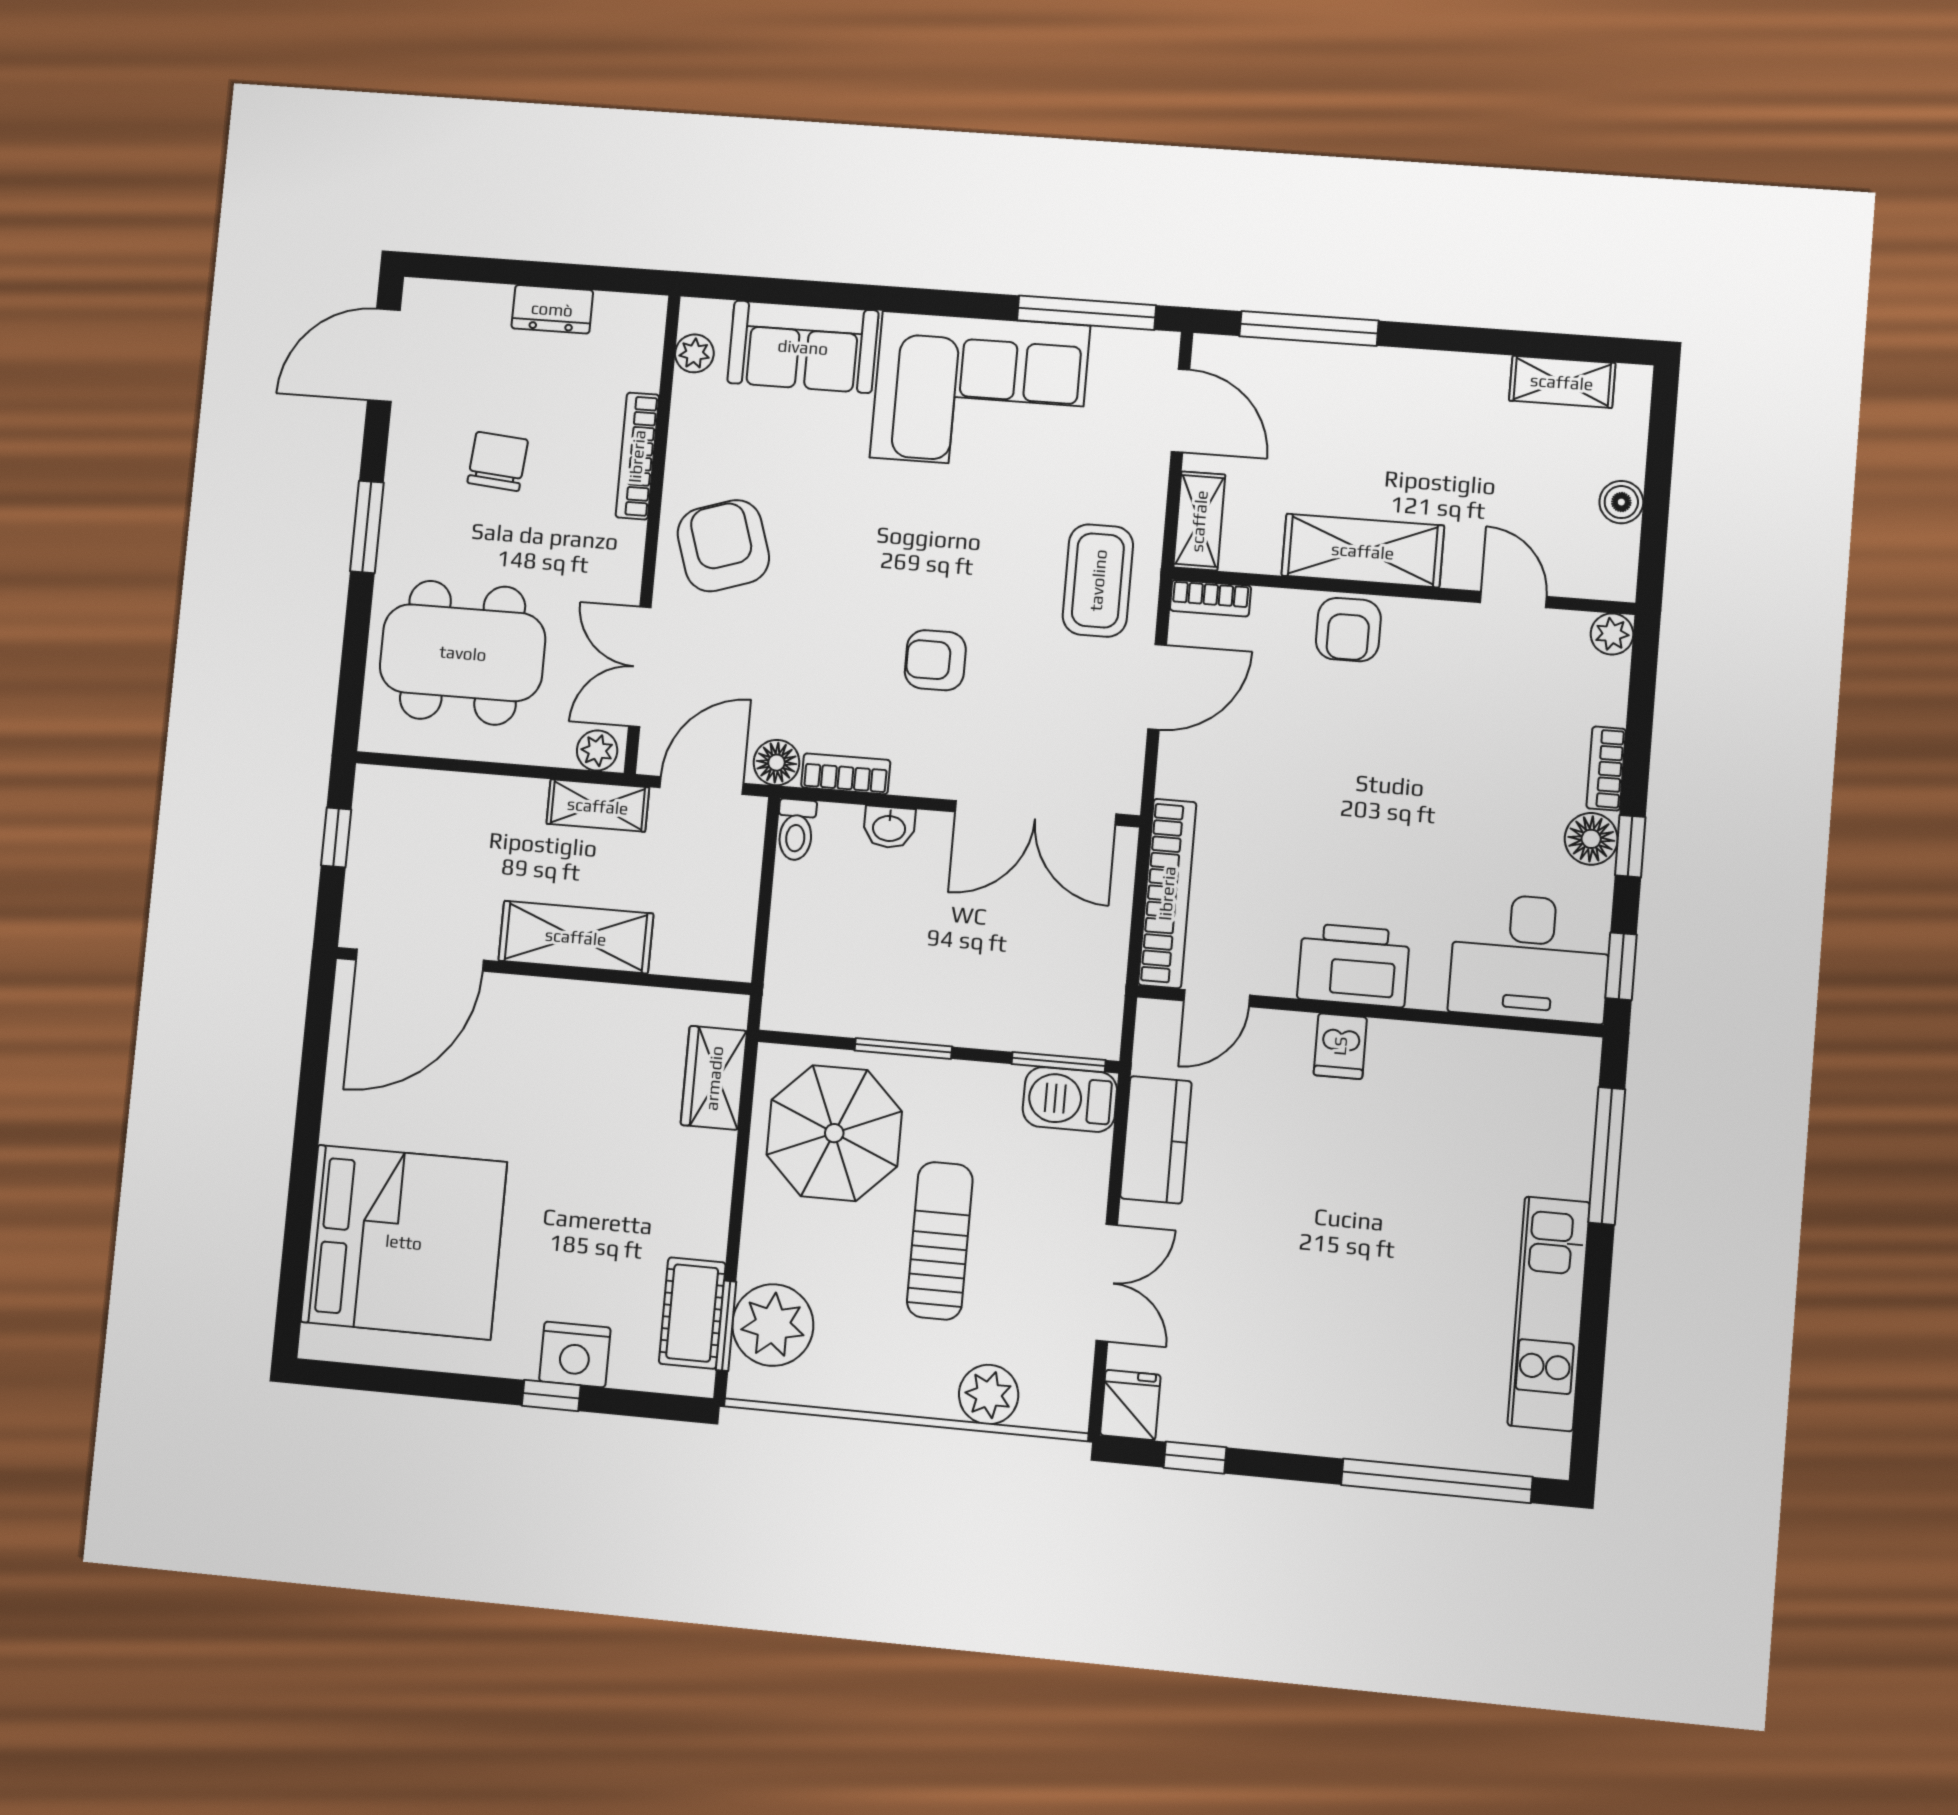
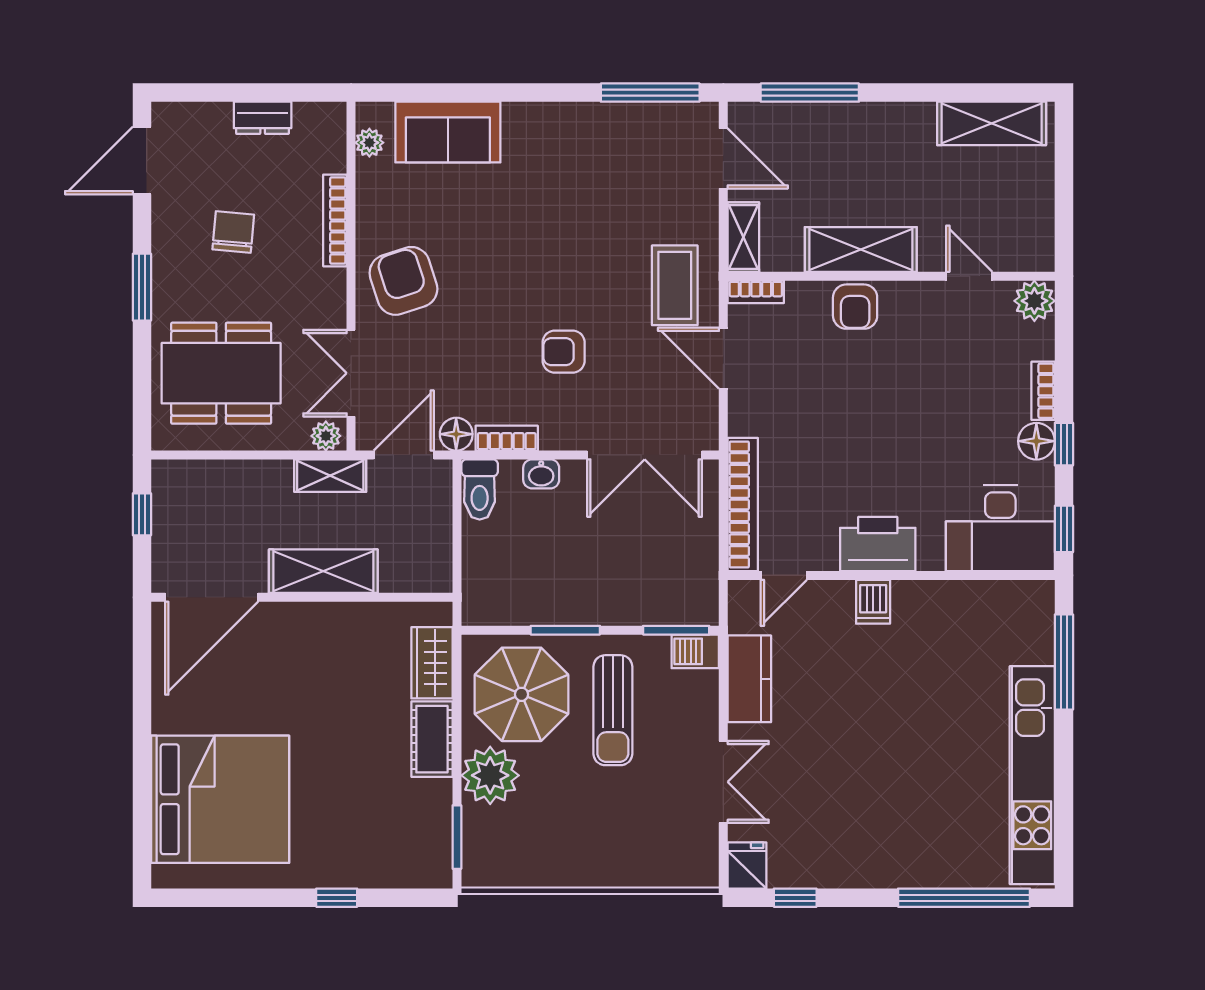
shelving: (1562, 382) -> (992, 123), width x1.50, depth x1.33
corner sofa: (980, 392) -> (579, 155), removed
boiler: (1621, 502) -> (1040, 201), removed
plant: (1612, 634) -> (1034, 301), width x1.38, depth x1.38
door: (1157, 687) -> (723, 358), swing flipped
toilet: (796, 830) -> (480, 489), width x1.37, depth x1.39
barbecue: (1070, 1099) -> (695, 651), width x0.73, depth x0.79
sun lounger: (940, 1241) -> (613, 710), moved, turned 180
cot: (692, 1313) -> (432, 739), moved
kitchen unit: (1549, 1314) -> (1032, 775), width x1.36
plant: (773, 1325) -> (490, 775), moved
nightstand: (575, 1354) -> (351, 867), removed
plant: (989, 1395) -> (647, 868), removed

